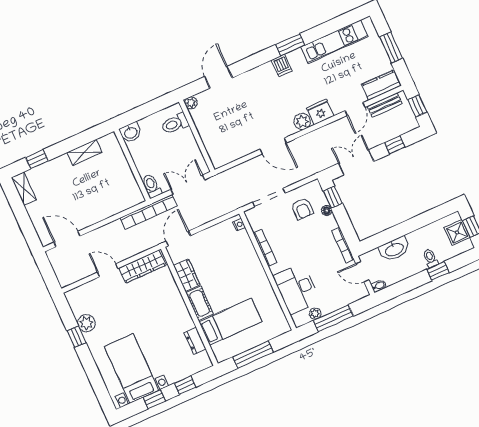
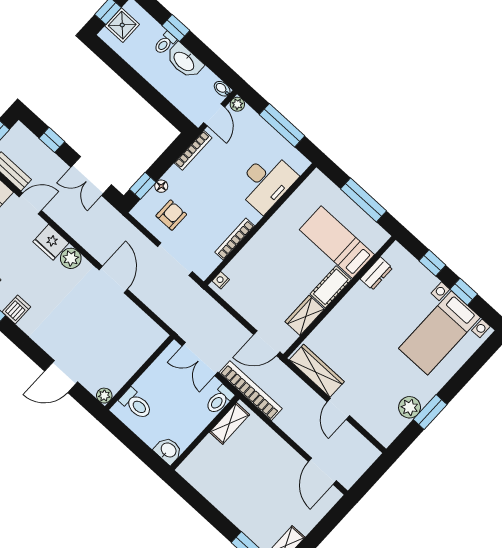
shelving: (84, 152) -> (230, 423), moved, turned 90
washbasin: (394, 249) -> (184, 61), moved, turned 180
plant: (315, 314) -> (237, 104), moved
window: (76, 337) -> (430, 412), width x1.50

